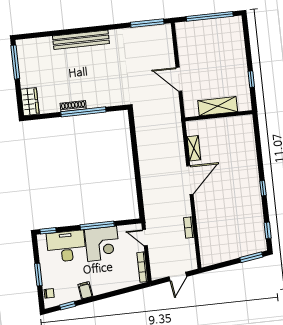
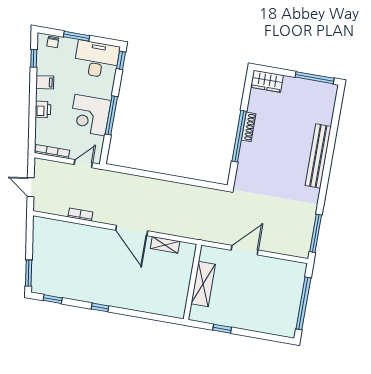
desk: (66, 246) -> (97, 60), moved, turned -90
printer: (109, 285) -> (43, 109), added

